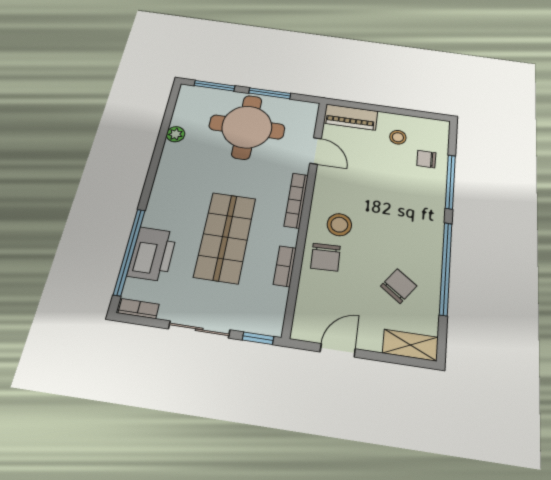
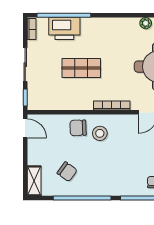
shop shelf: (225, 237) -> (81, 68), width x0.70, depth x0.74
bookcase: (285, 266) -> (69, 105), removed
door: (338, 350) -> (25, 128), moved

